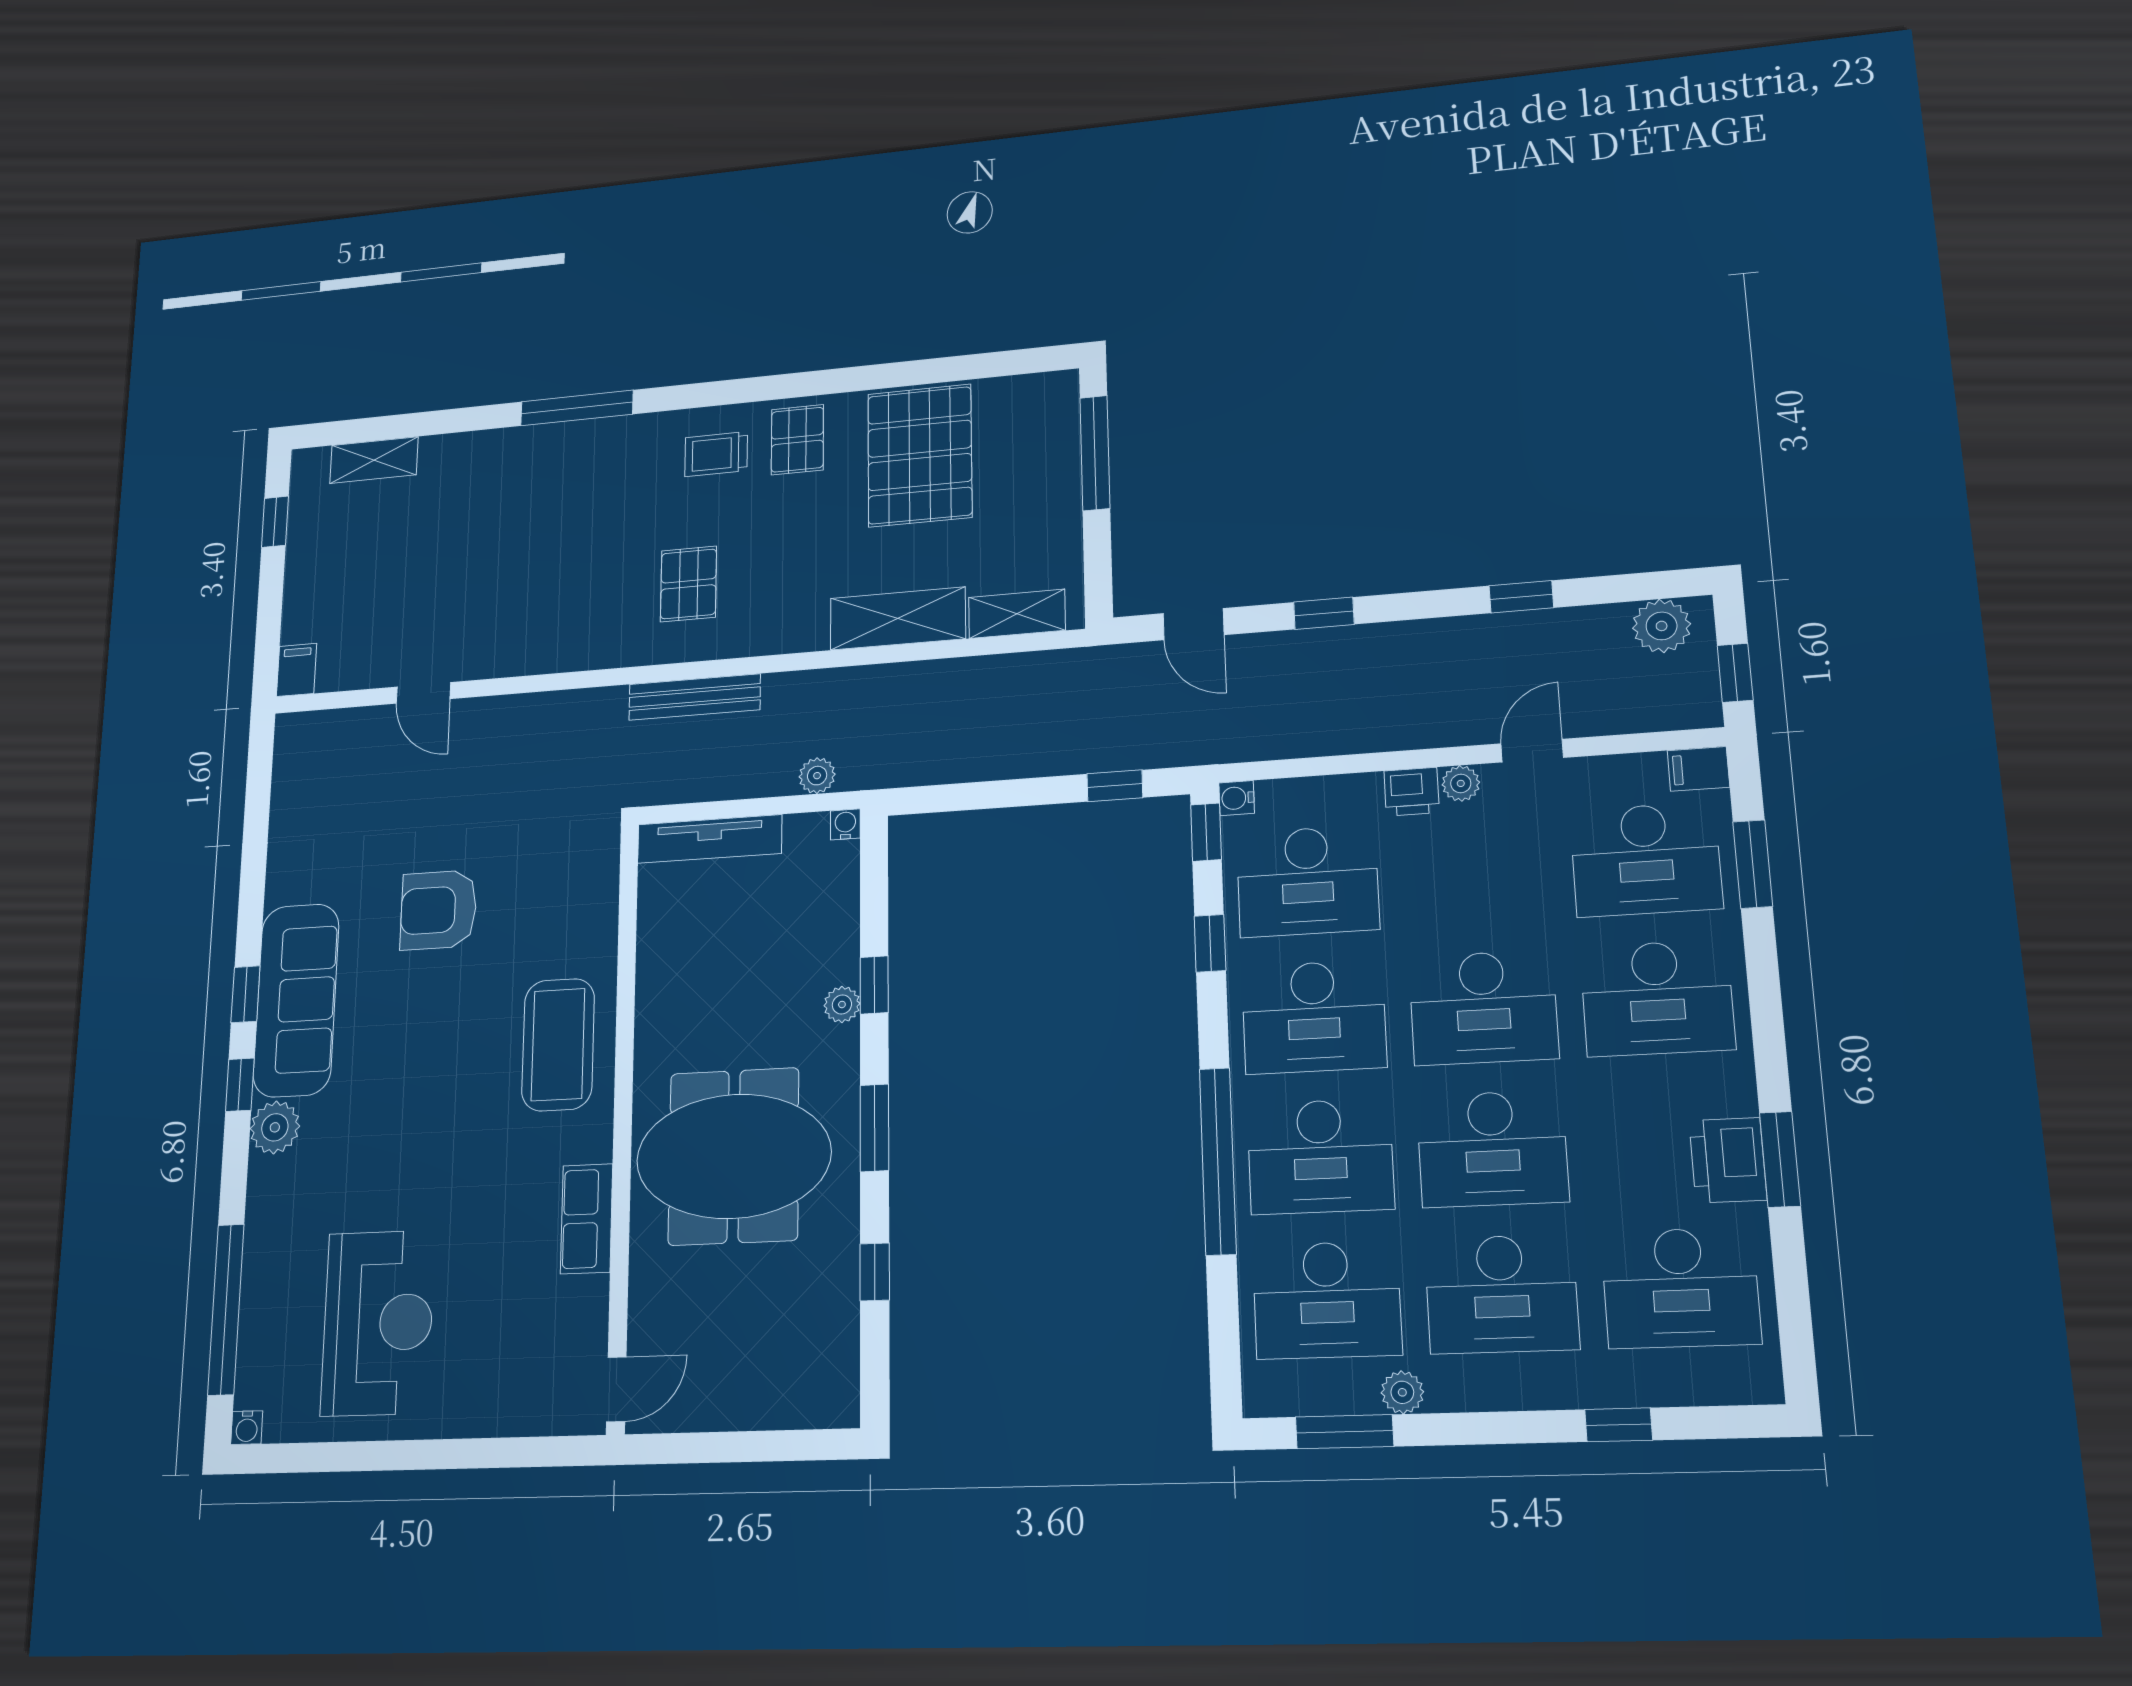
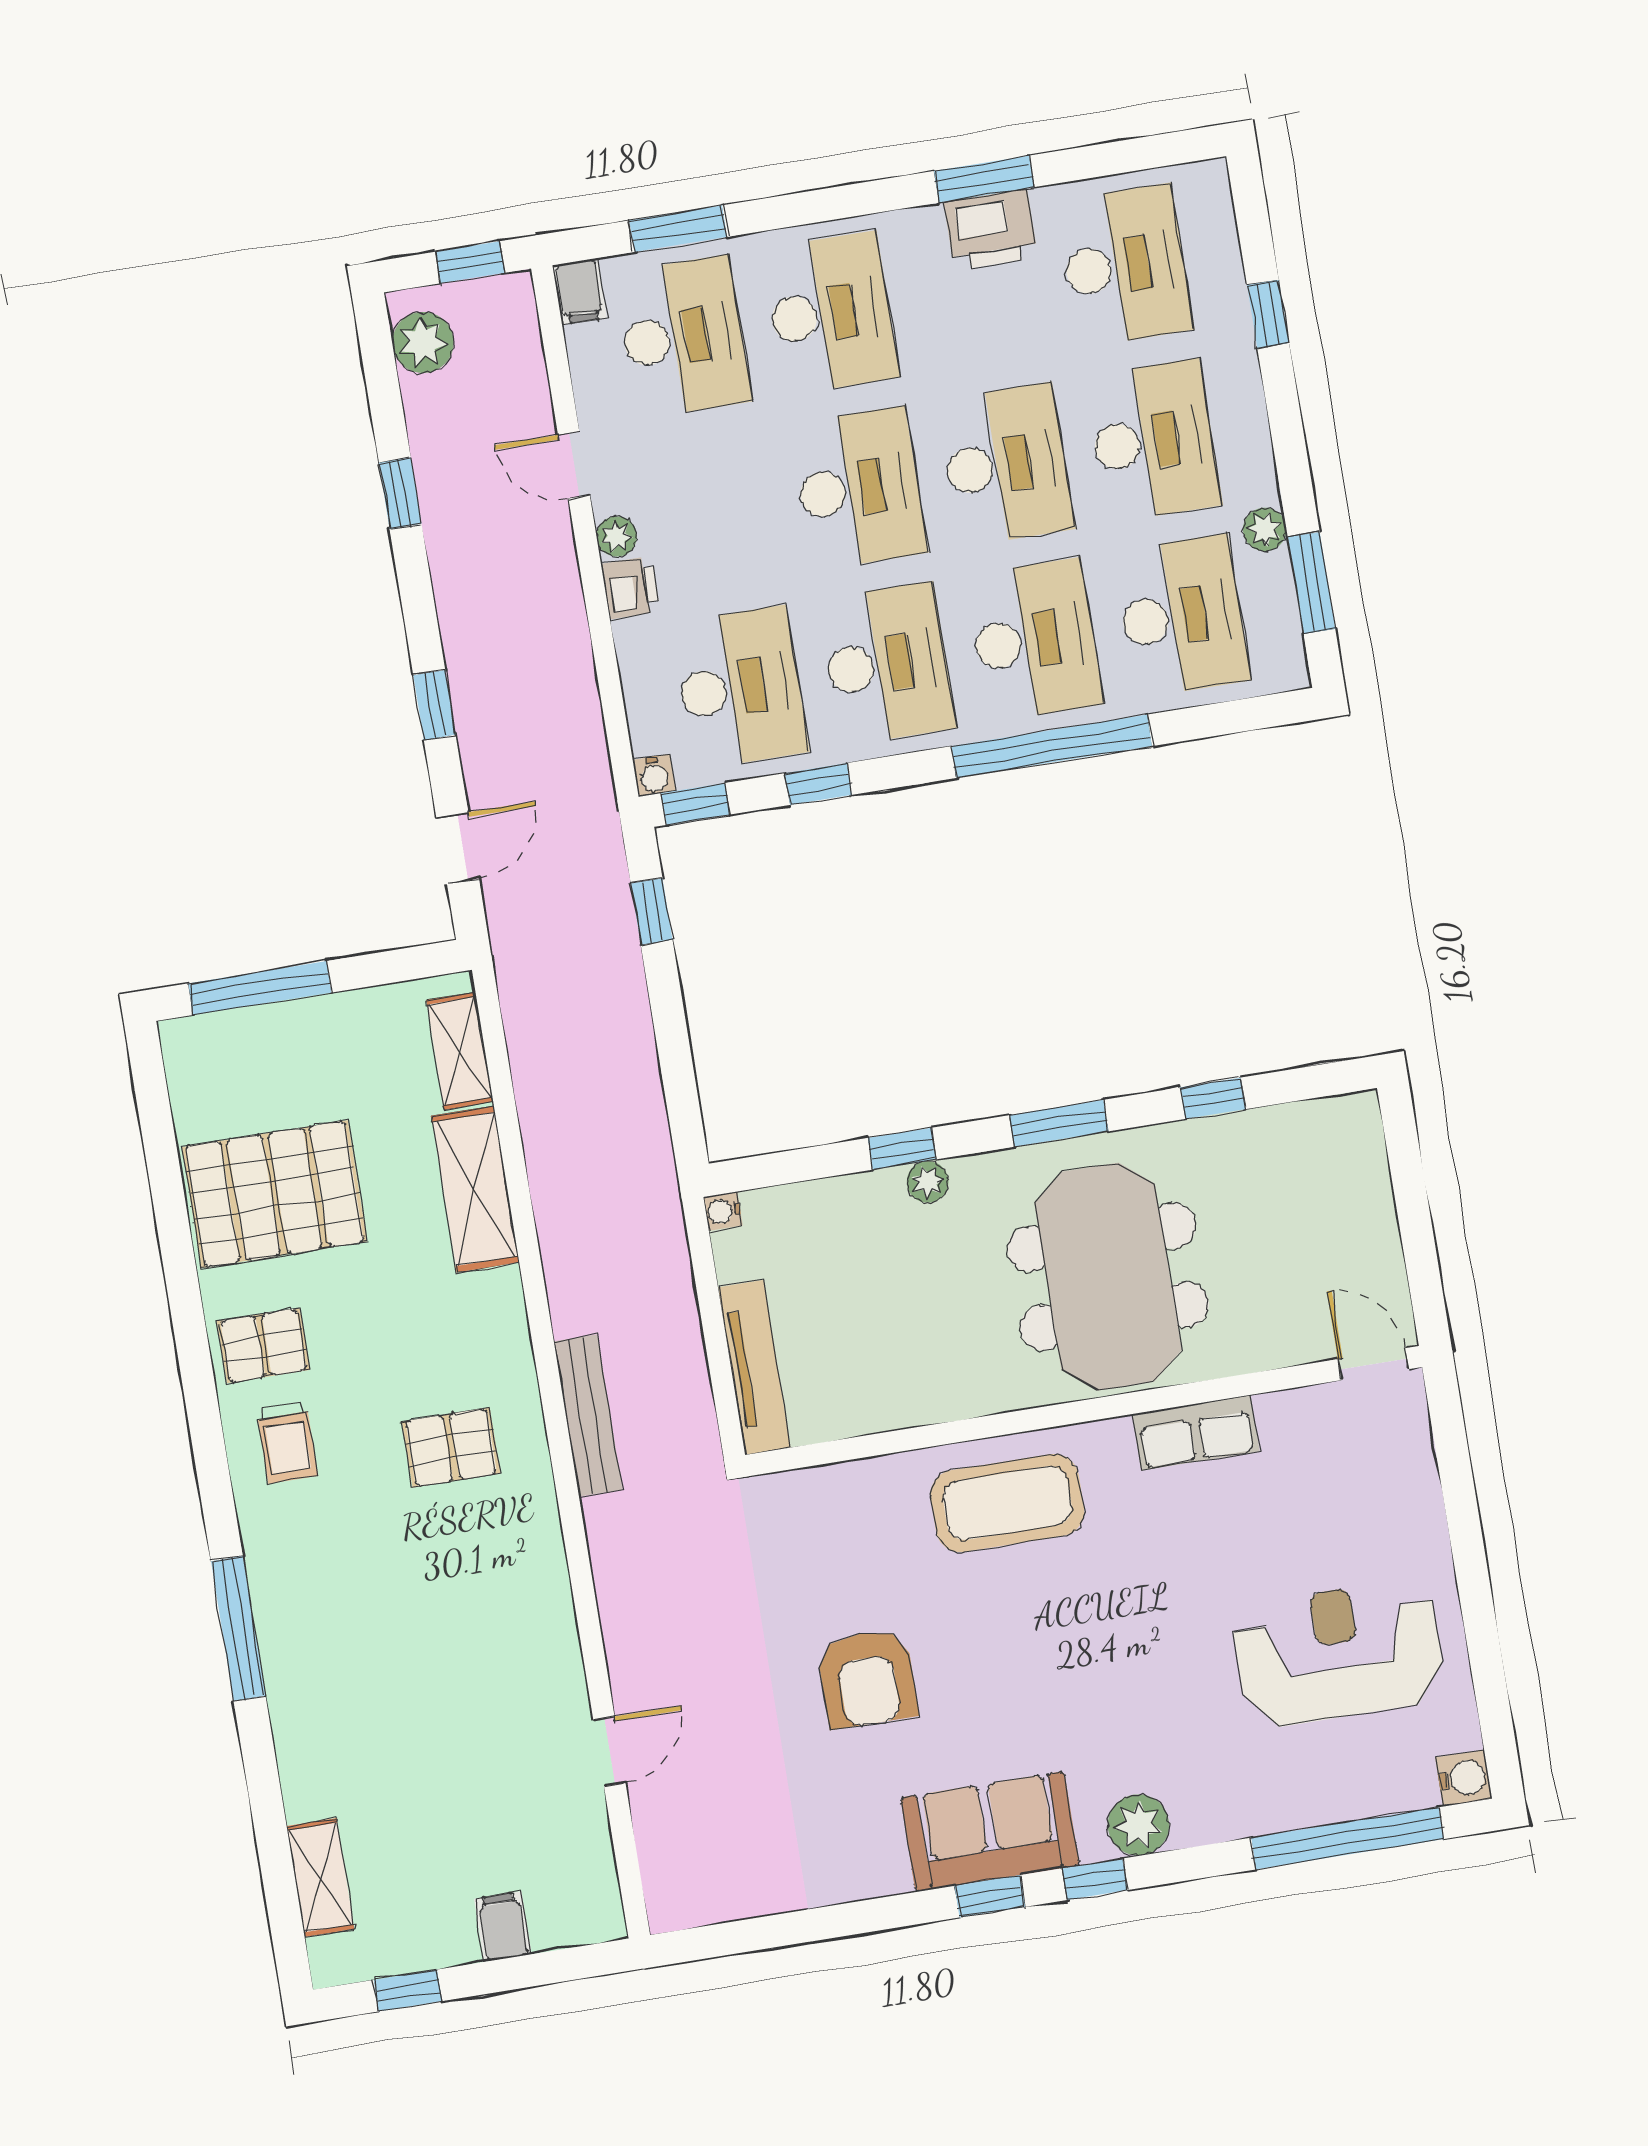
filing cabinet: (297, 670) -> (503, 1927), moved, turned 90
plant: (817, 776) -> (669, 1254), removed
sofa: (296, 1000) -> (990, 1832), width x0.73
water cooler: (247, 1428) -> (1464, 1778), width x1.38, depth x1.38

